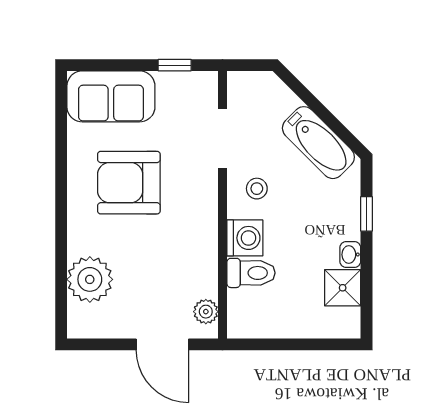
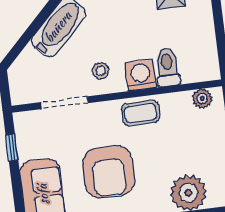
coffee table: (198, 232) -> (141, 113), added

